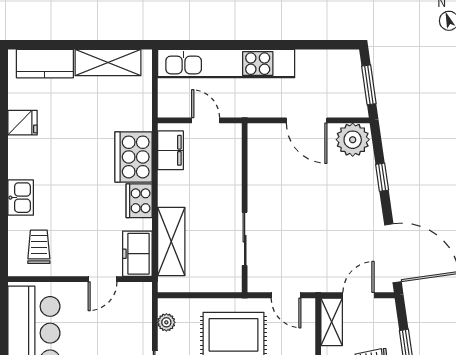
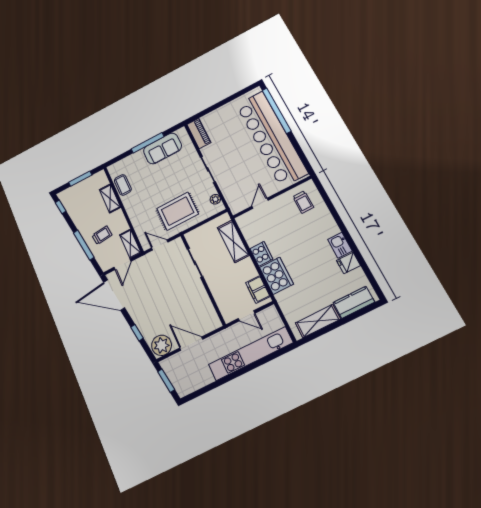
kitchen sink: (21, 198) -> (340, 245), moved
freezer: (137, 254) -> (248, 226), removed

